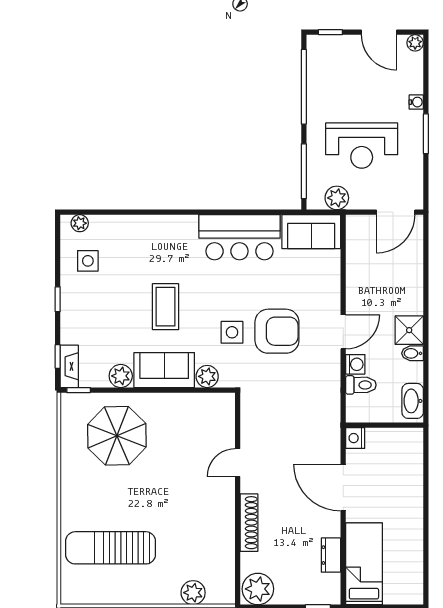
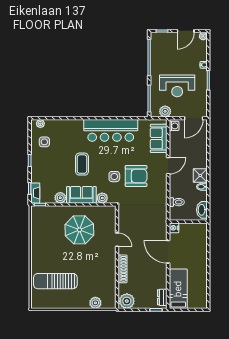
door: (379, 32) -> (186, 31), hinge flipped
sofa: (311, 232) -> (159, 138), moved, turned 90
bar counter: (239, 237) -> (111, 130), width x1.36
door: (343, 332) -> (168, 166), moved
washing machine: (355, 364) -> (174, 126), moved
parasol: (117, 436) -> (79, 230), moved
door: (238, 463) -> (117, 240), swing flipped
dresser: (331, 555) -> (162, 297), moved

